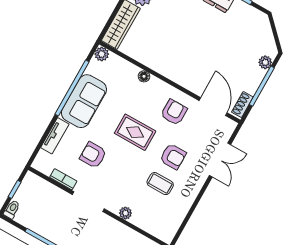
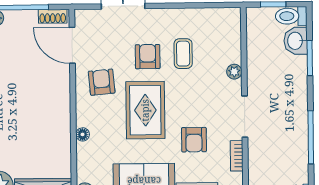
door: (213, 107) -> (72, 45), hinge flipped
armchair: (174, 112) -> (102, 82), turned 85
rug: (135, 132) -> (145, 110), width x1.36, depth x1.43

